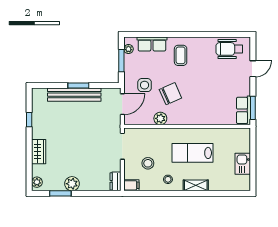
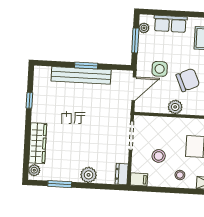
wardrobe: (39, 152) -> (38, 143), width x1.50
plant: (72, 184) -> (89, 175), moved

